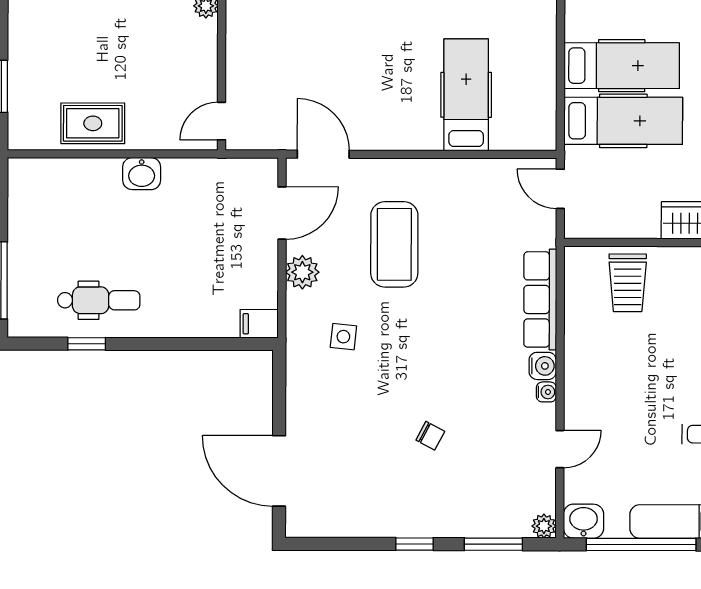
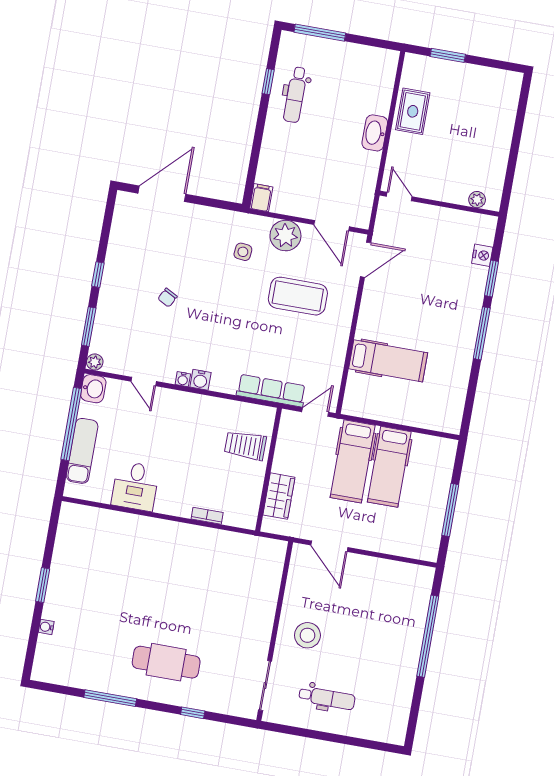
washbasin: (142, 174) -> (375, 133), width x1.38
plant: (302, 272) -> (285, 236), width x1.36, depth x1.36
row of seats: (540, 299) -> (271, 391), moved

